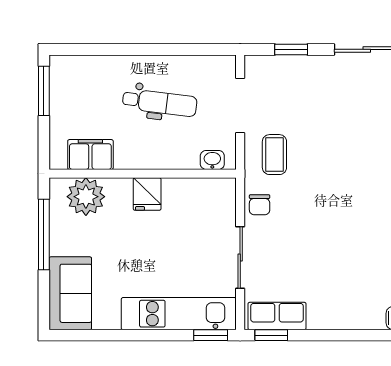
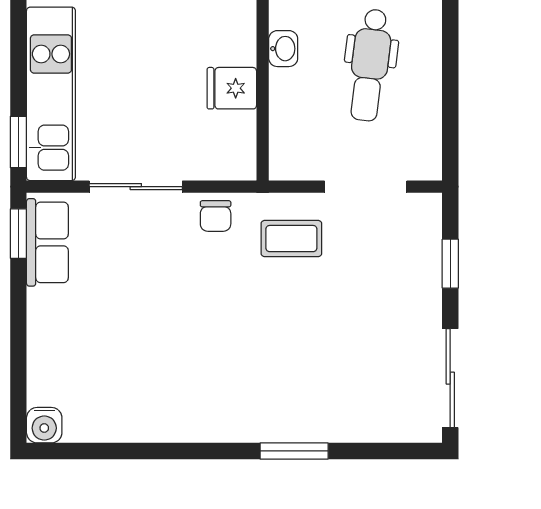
washbasin: (212, 160) -> (283, 49), moved
fridge: (147, 194) -> (232, 88), moved
chair: (260, 205) -> (216, 216), turned -90

